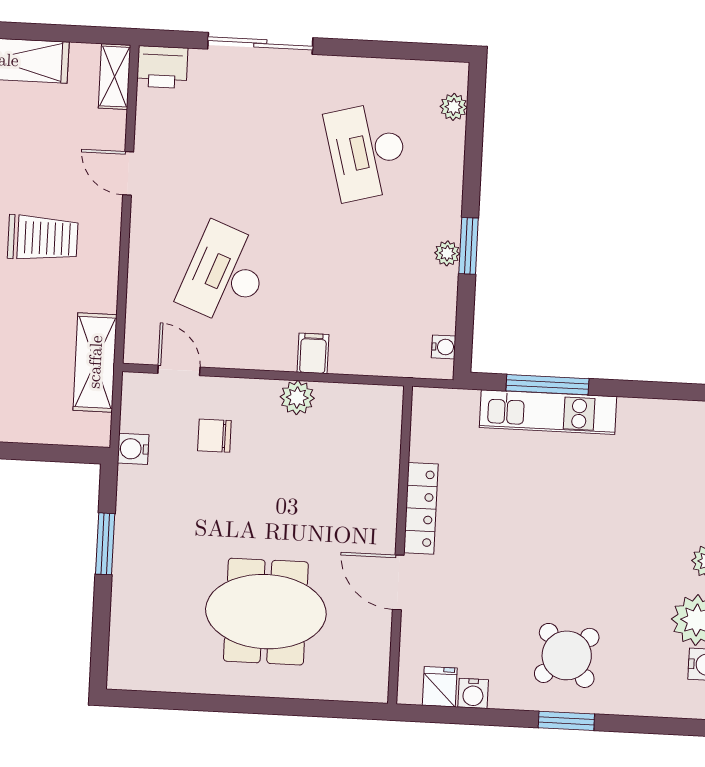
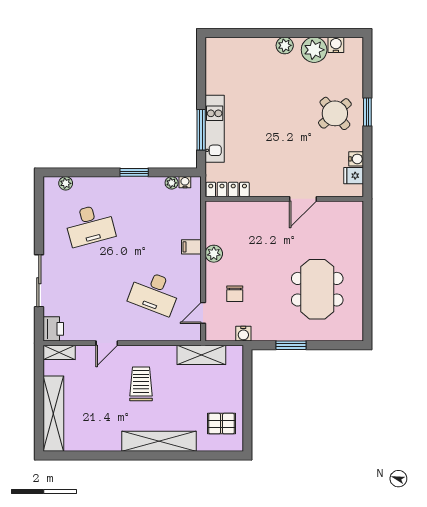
plant: (447, 253) -> (172, 183), moved
locker: (421, 508) -> (228, 189), moved
meeting table: (266, 612) -> (317, 289), moved

